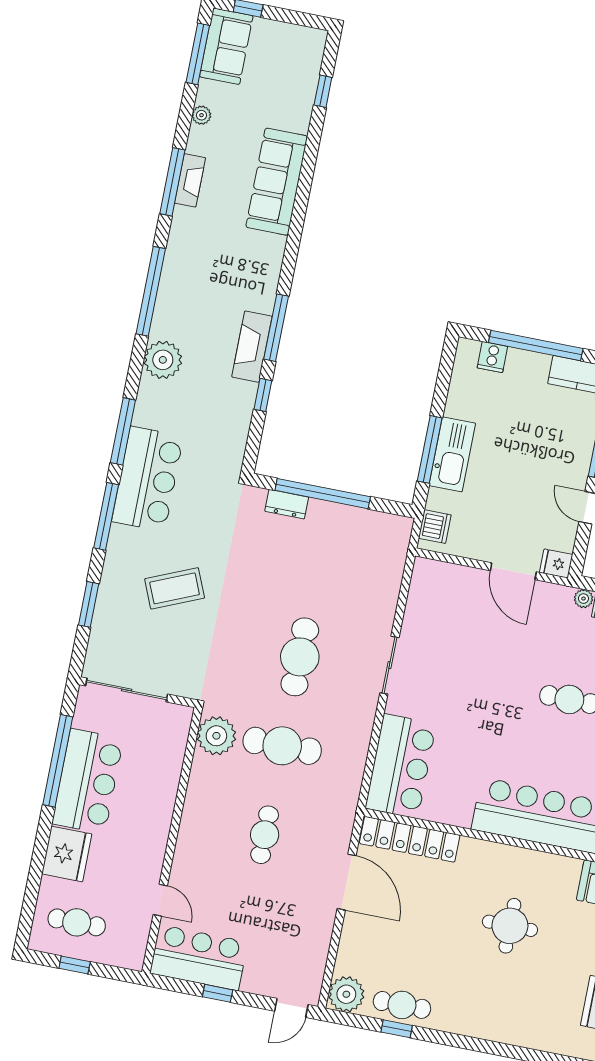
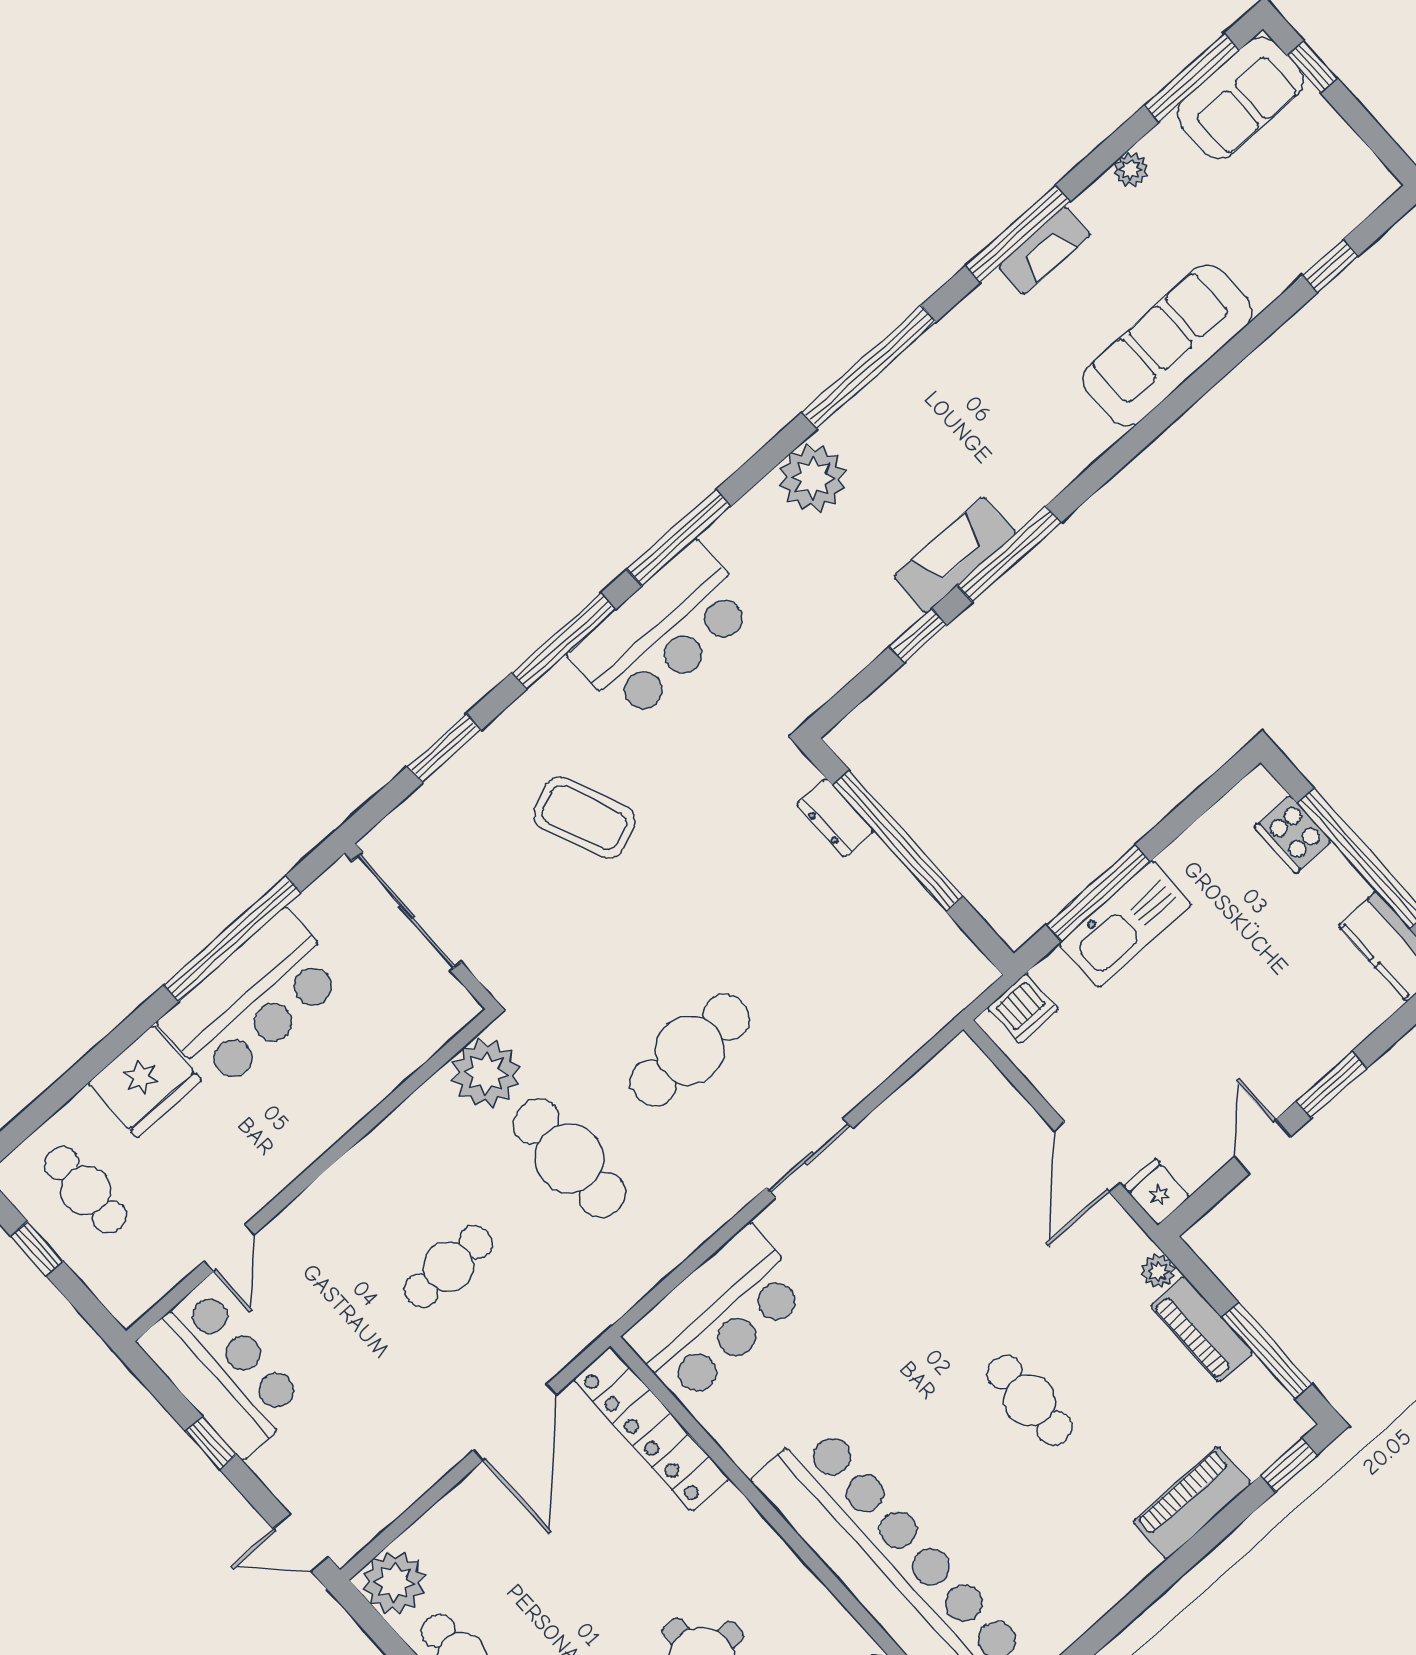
cooker: (492, 357) -> (1293, 834), width x1.36

